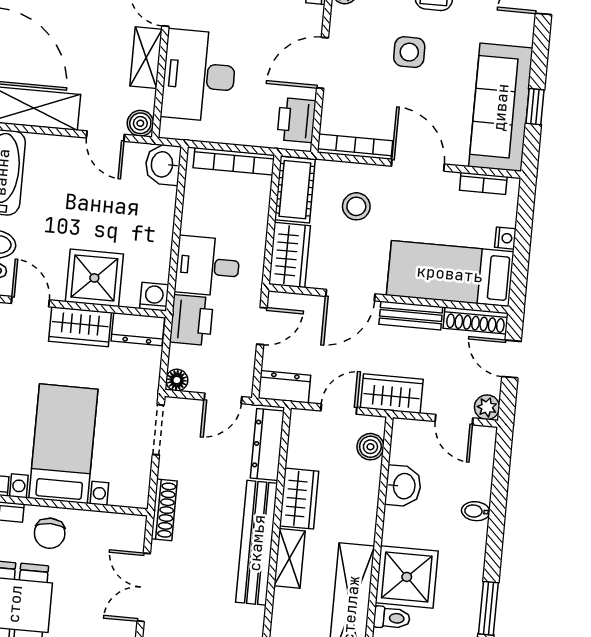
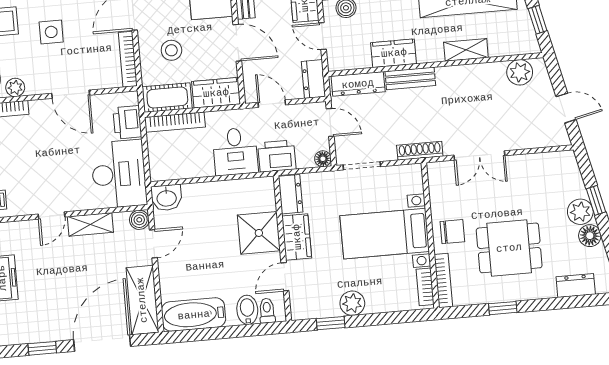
desk: (199, 76) -> (119, 174), moved, turned -90
printer: (296, 120) -> (127, 122), moved, turned 90
bookcase: (234, 161) -> (175, 122), moved, turned 90
washing machine: (154, 297) -> (265, 187), removed
bench: (257, 543) -> (410, 78), width x0.54, depth x0.82
shelving: (290, 558) -> (466, 50), moved

